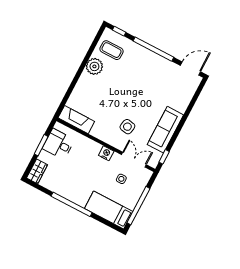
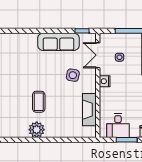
coffee table: (112, 50) -> (39, 102), moved
fireplace: (76, 120) -> (89, 110), moved

